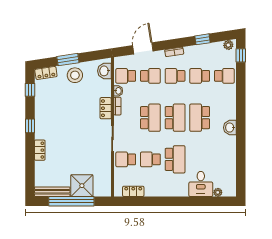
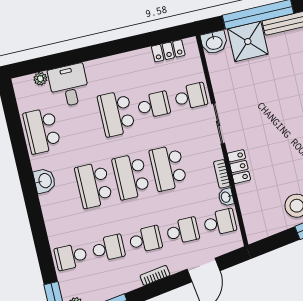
washbasin: (104, 71) -> (214, 42), moved, turned 90
school desk: (150, 76) -> (183, 231), turned 180
school desk: (200, 118) -> (94, 185), turned 180
school desk: (224, 159) -> (42, 131), added

